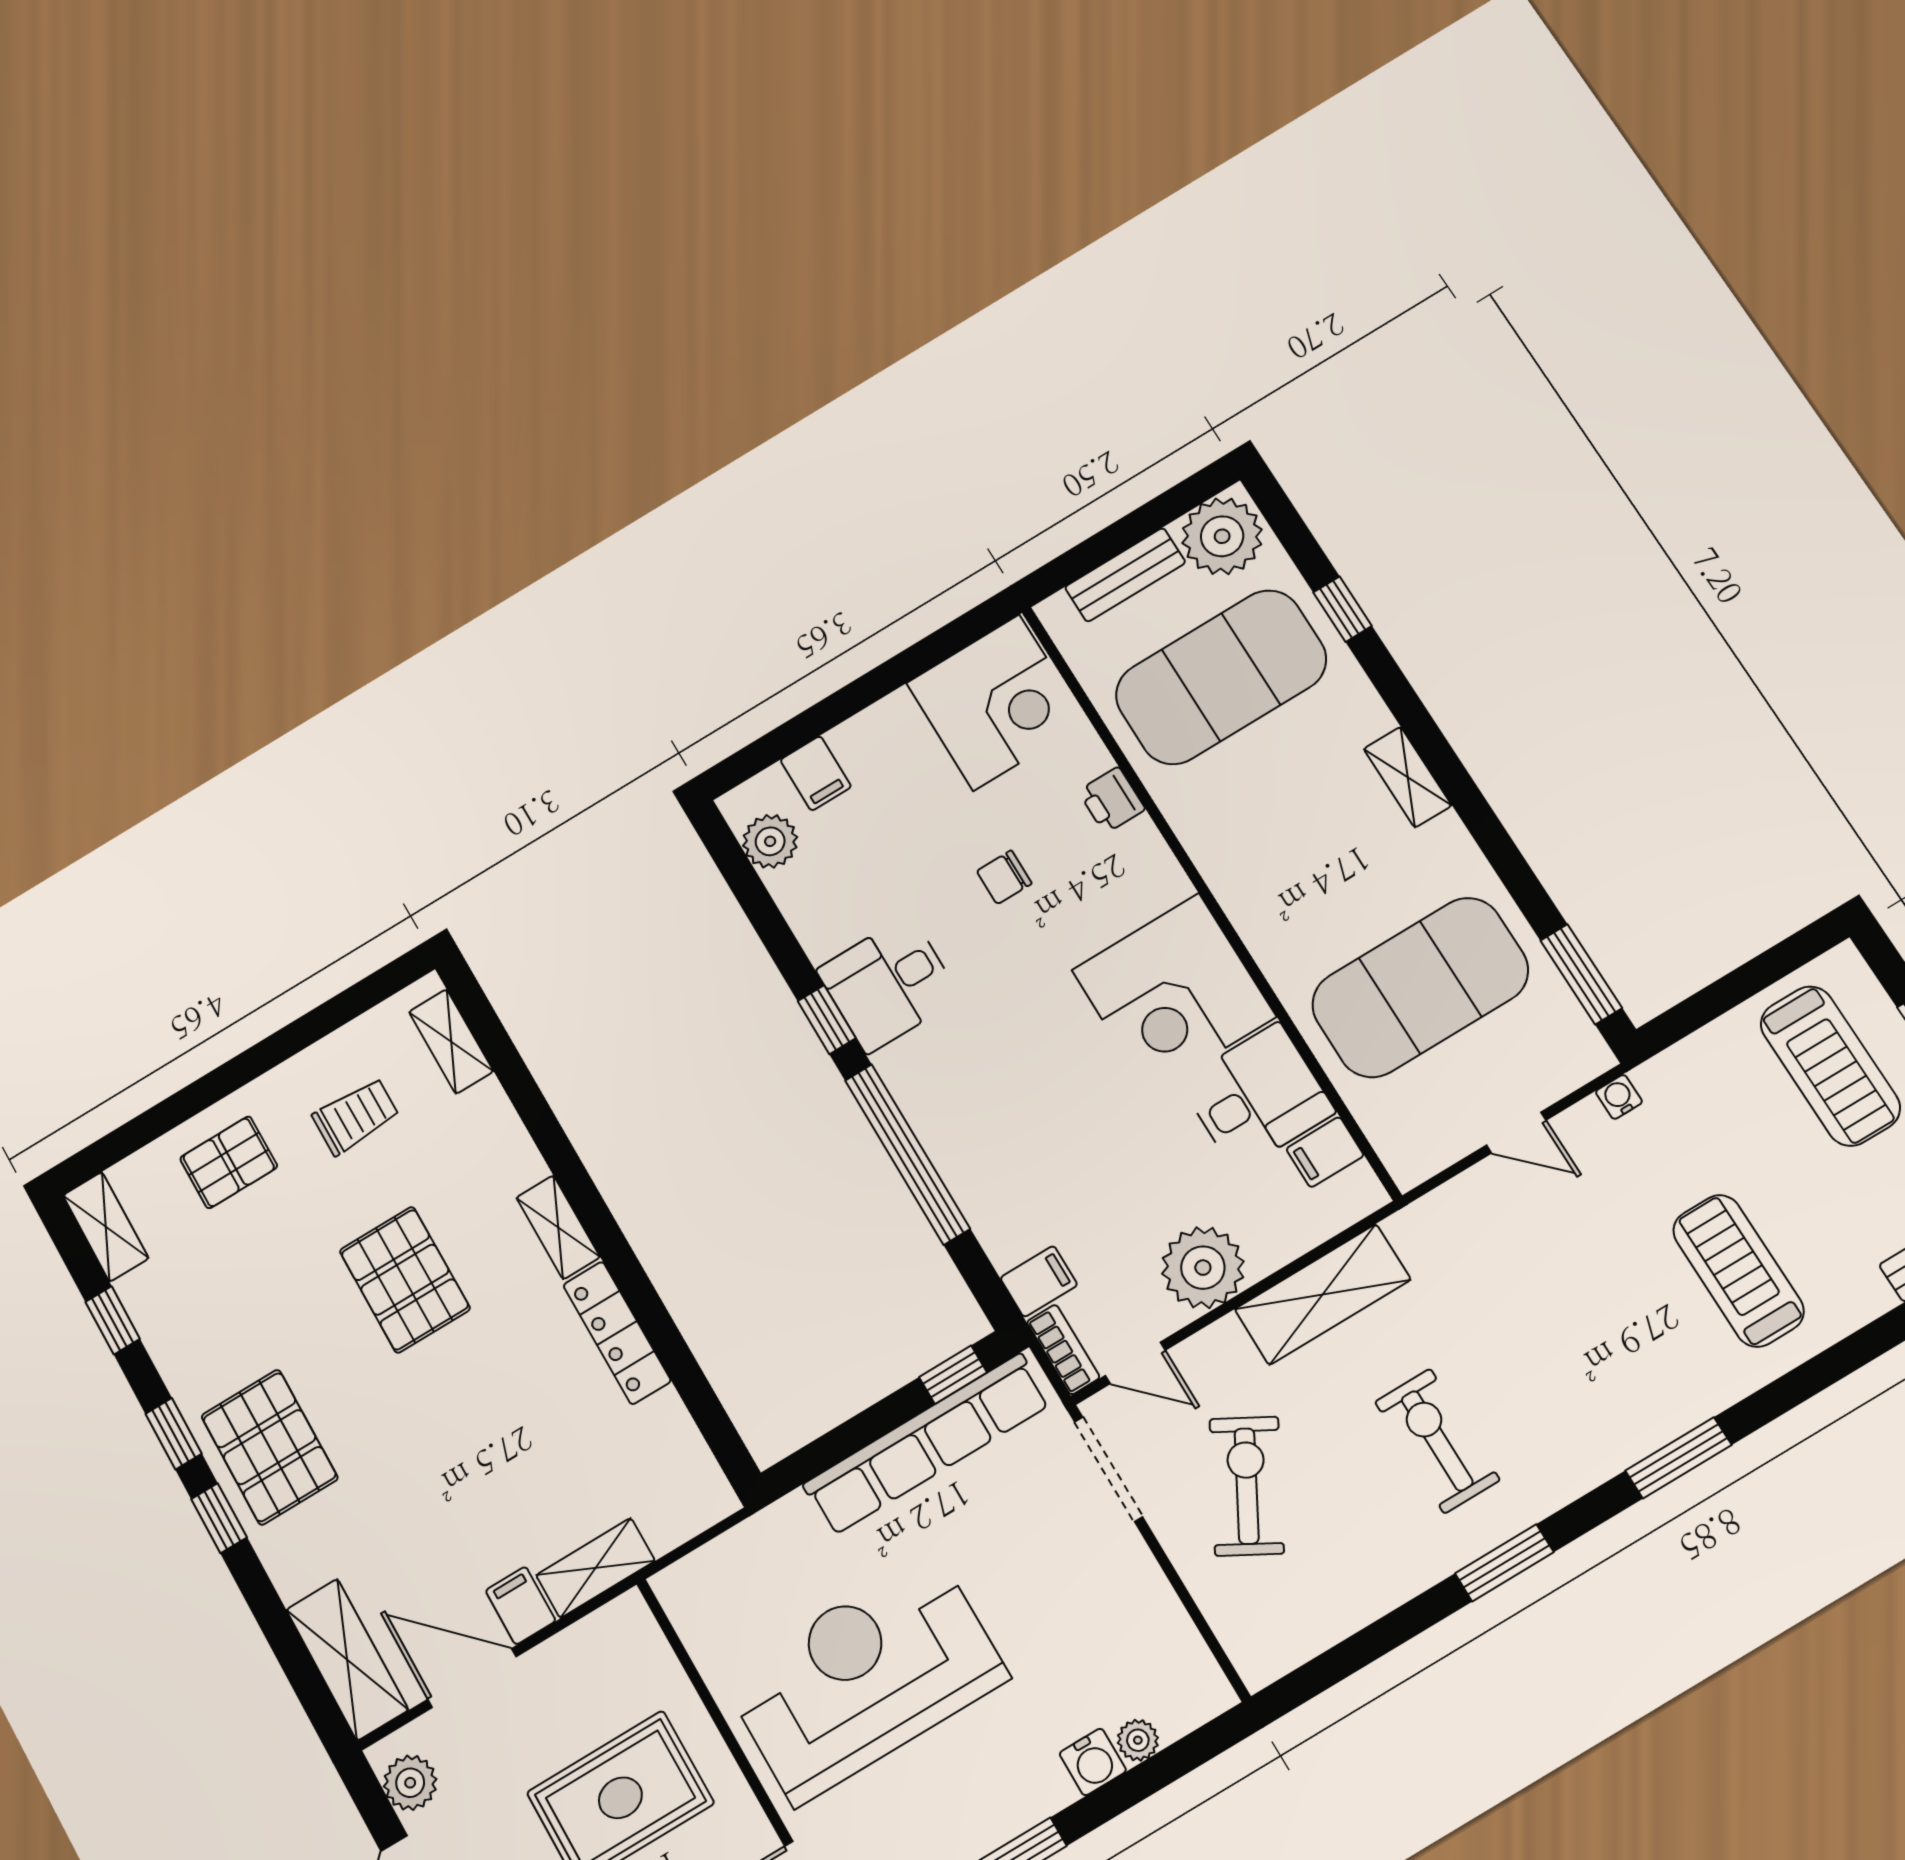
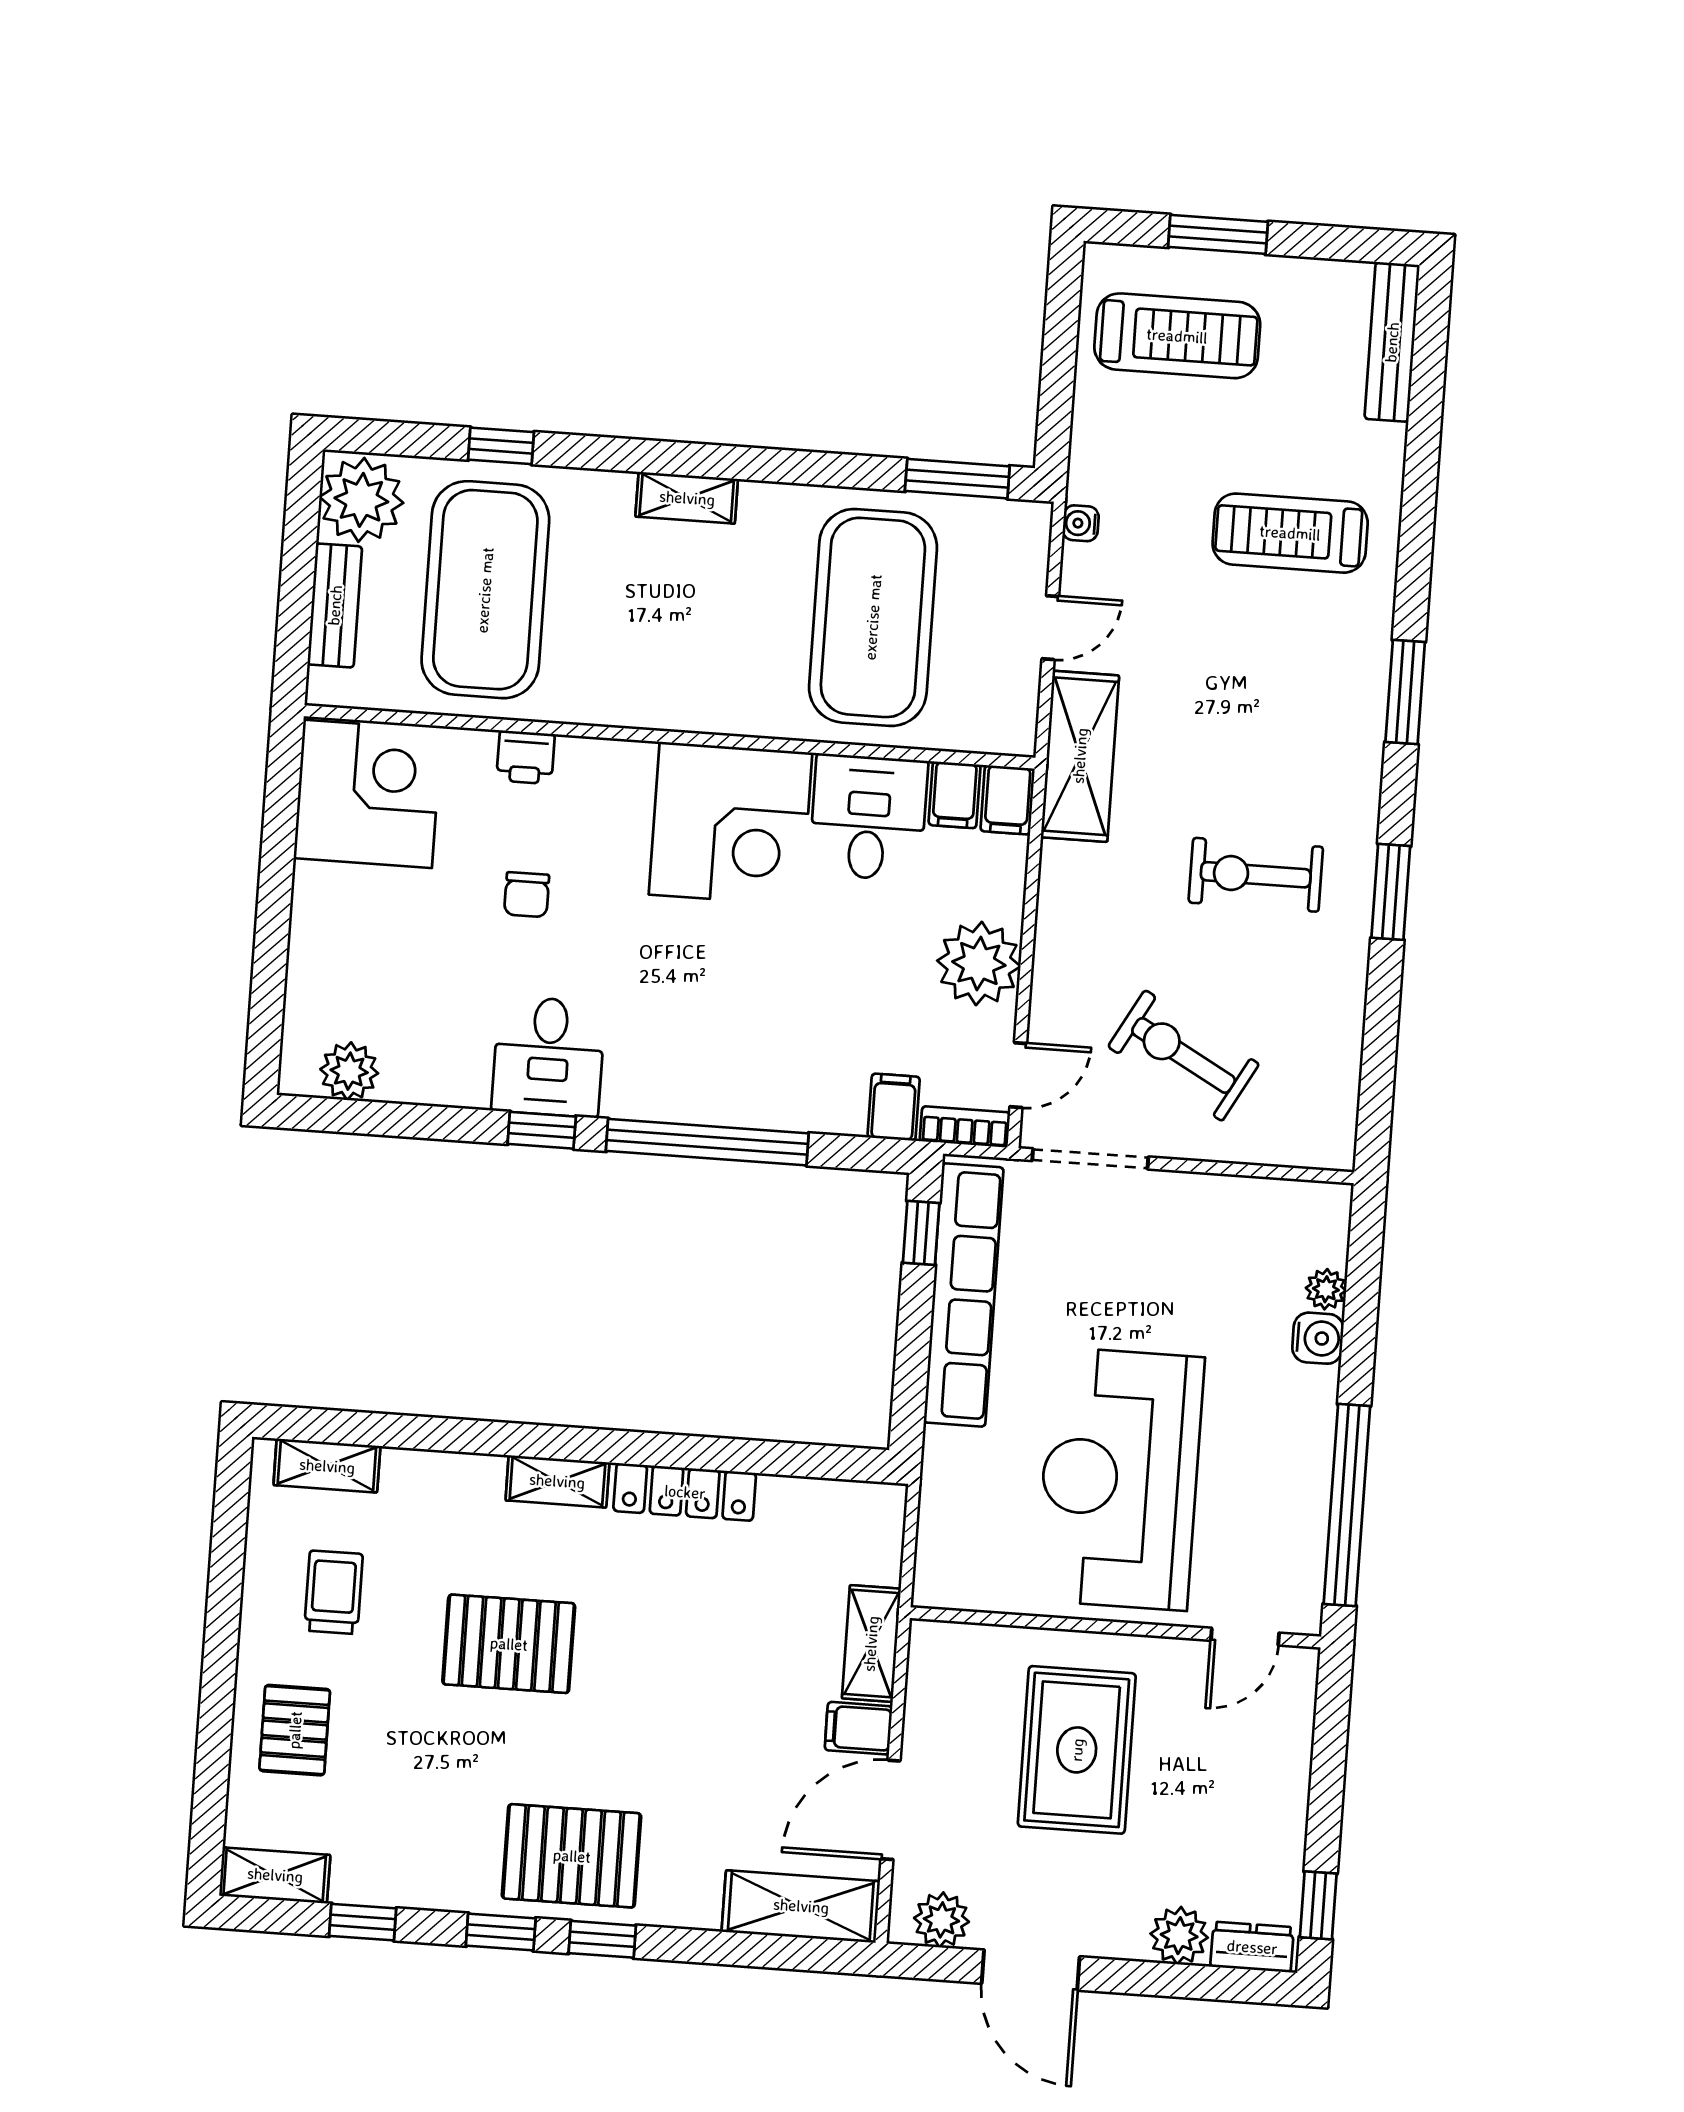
filing cabinet: (816, 773) -> (1007, 800), moved, turned 90
shelving: (1323, 1295) -> (1080, 756), moved

